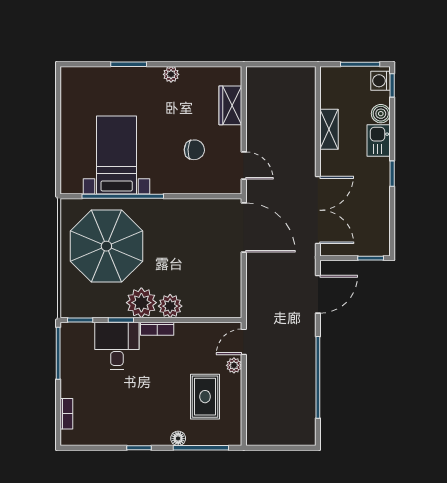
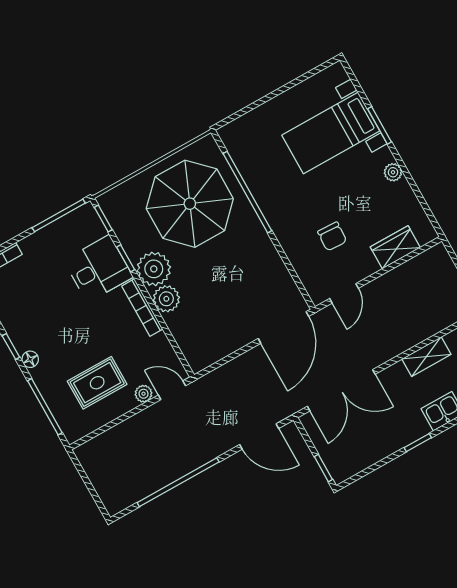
bed with nightstands: (117, 155) -> (331, 133), moved, turned 180
bookcase: (157, 329) -> (142, 308), width x1.56
floor lamp: (178, 438) -> (30, 359), moved

